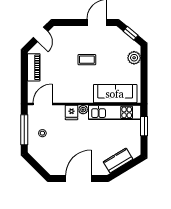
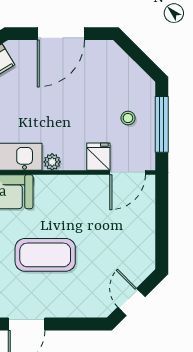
coffee table: (87, 60) -> (45, 255), width x1.86, depth x1.72
piano: (34, 67) -> (144, 241), removed
fridge: (72, 112) -> (98, 157), moved

